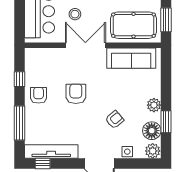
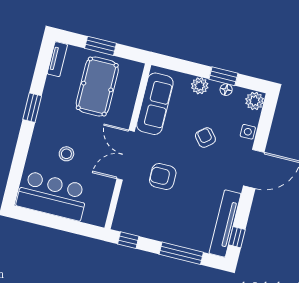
double door: (85, 45) -> (126, 155), moved
wall: (93, 45) -> (128, 146), moved
sofa: (131, 58) -> (155, 104), moved
armchair: (39, 95) -> (153, 222), removed
floor lamp: (152, 131) -> (226, 90), width x0.53, depth x0.53

